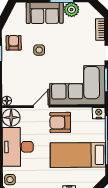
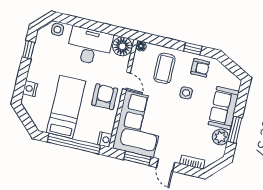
coffee table: (22, 75) -> (164, 68), added

